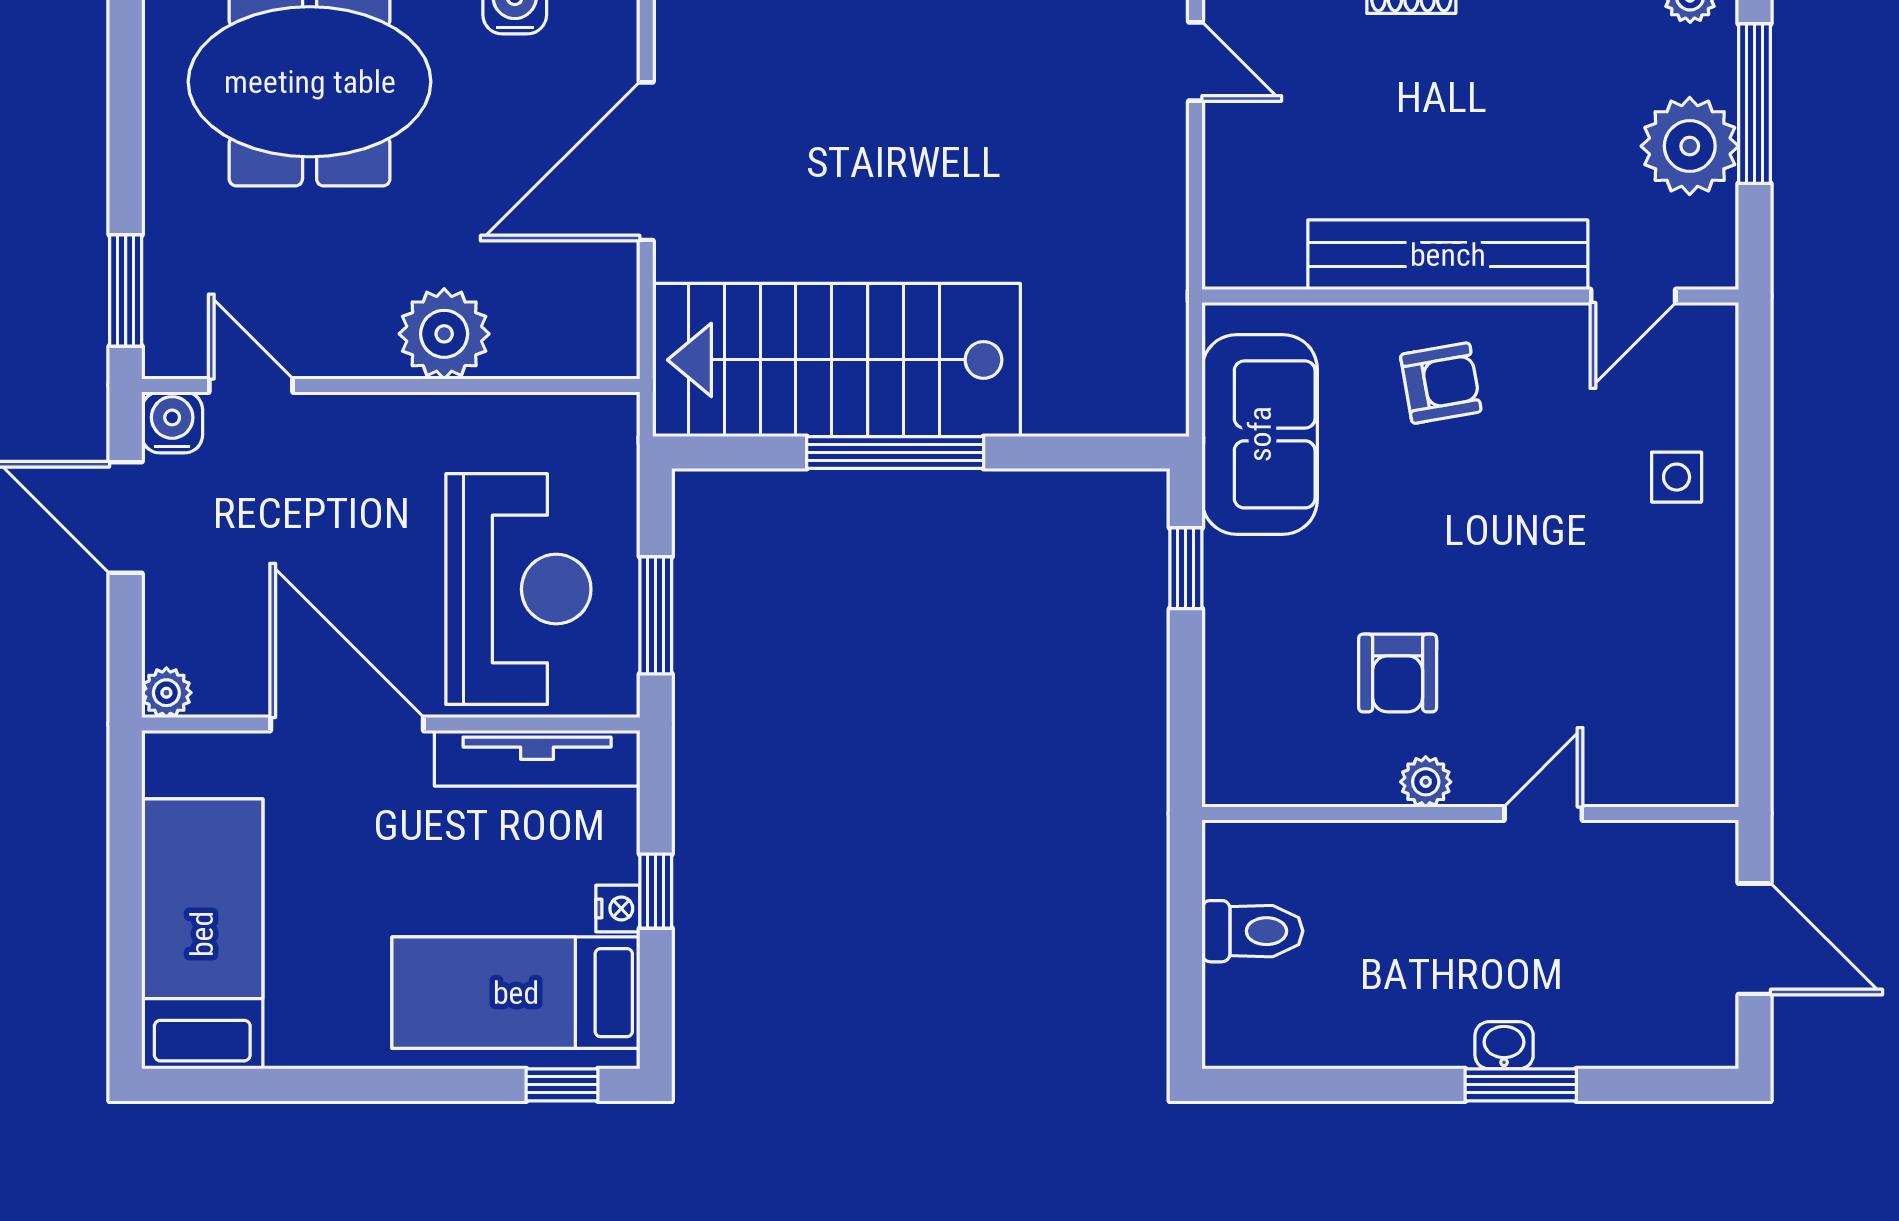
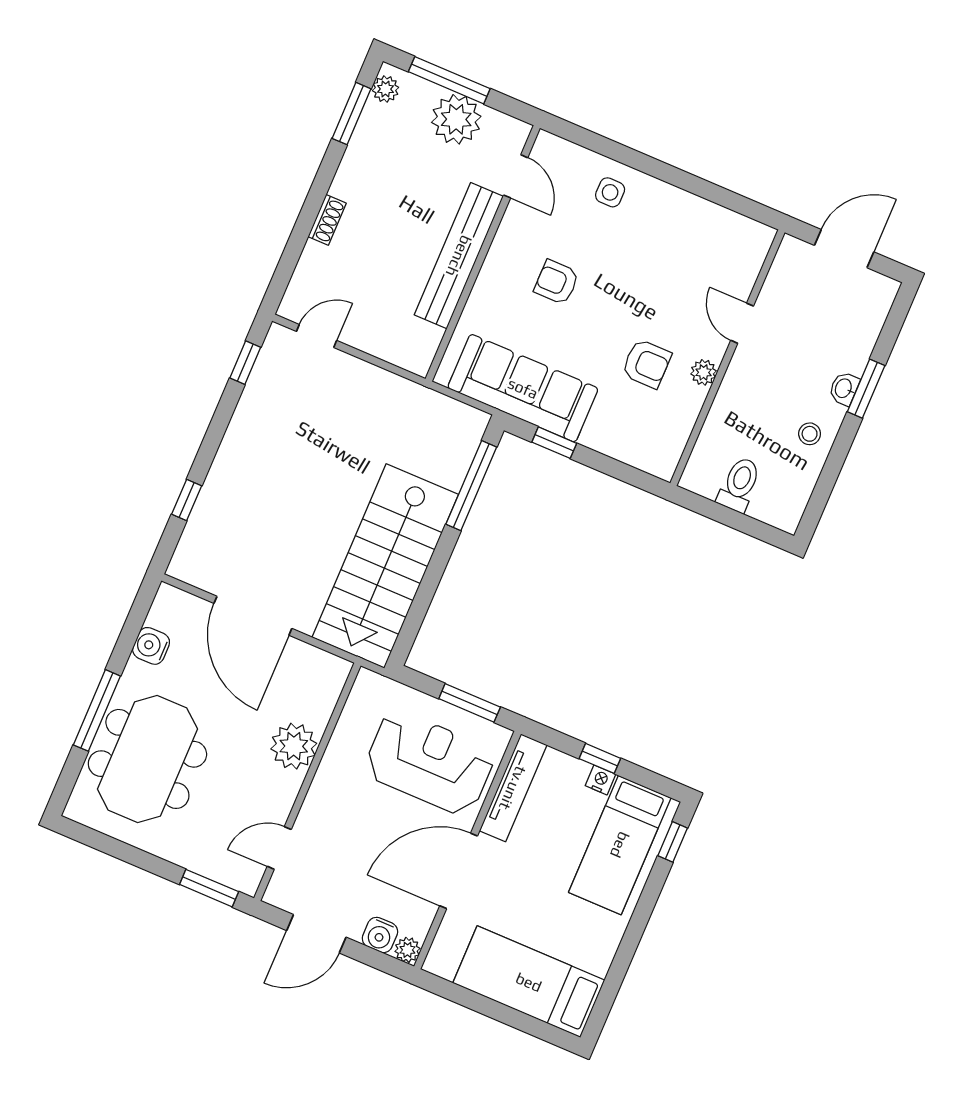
armchair: (1441, 383) -> (557, 282), moved, turned -80
water cooler: (172, 422) -> (380, 935), moved, turned -90
sofa: (1260, 434) -> (523, 388), width x1.36
window: (895, 452) -> (471, 486), moved
stool: (1397, 1018) -> (810, 434), added

